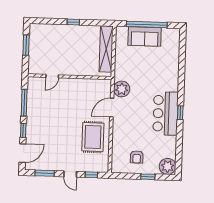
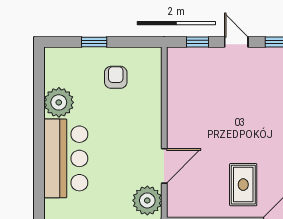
window: (180, 113) -> (39, 161), removed
rug: (93, 137) -> (243, 185), moved, width x0.73, depth x0.70
plant: (168, 166) -> (59, 102), moved

